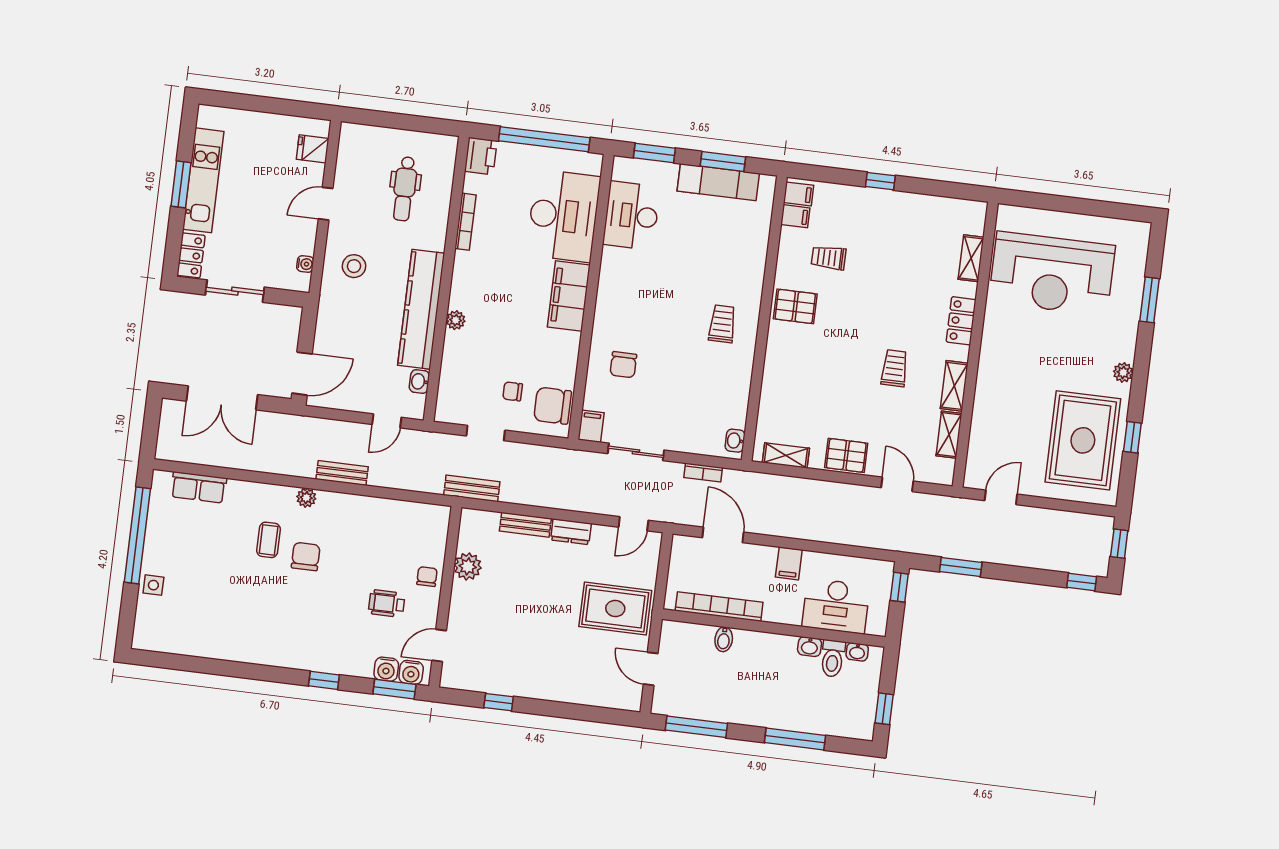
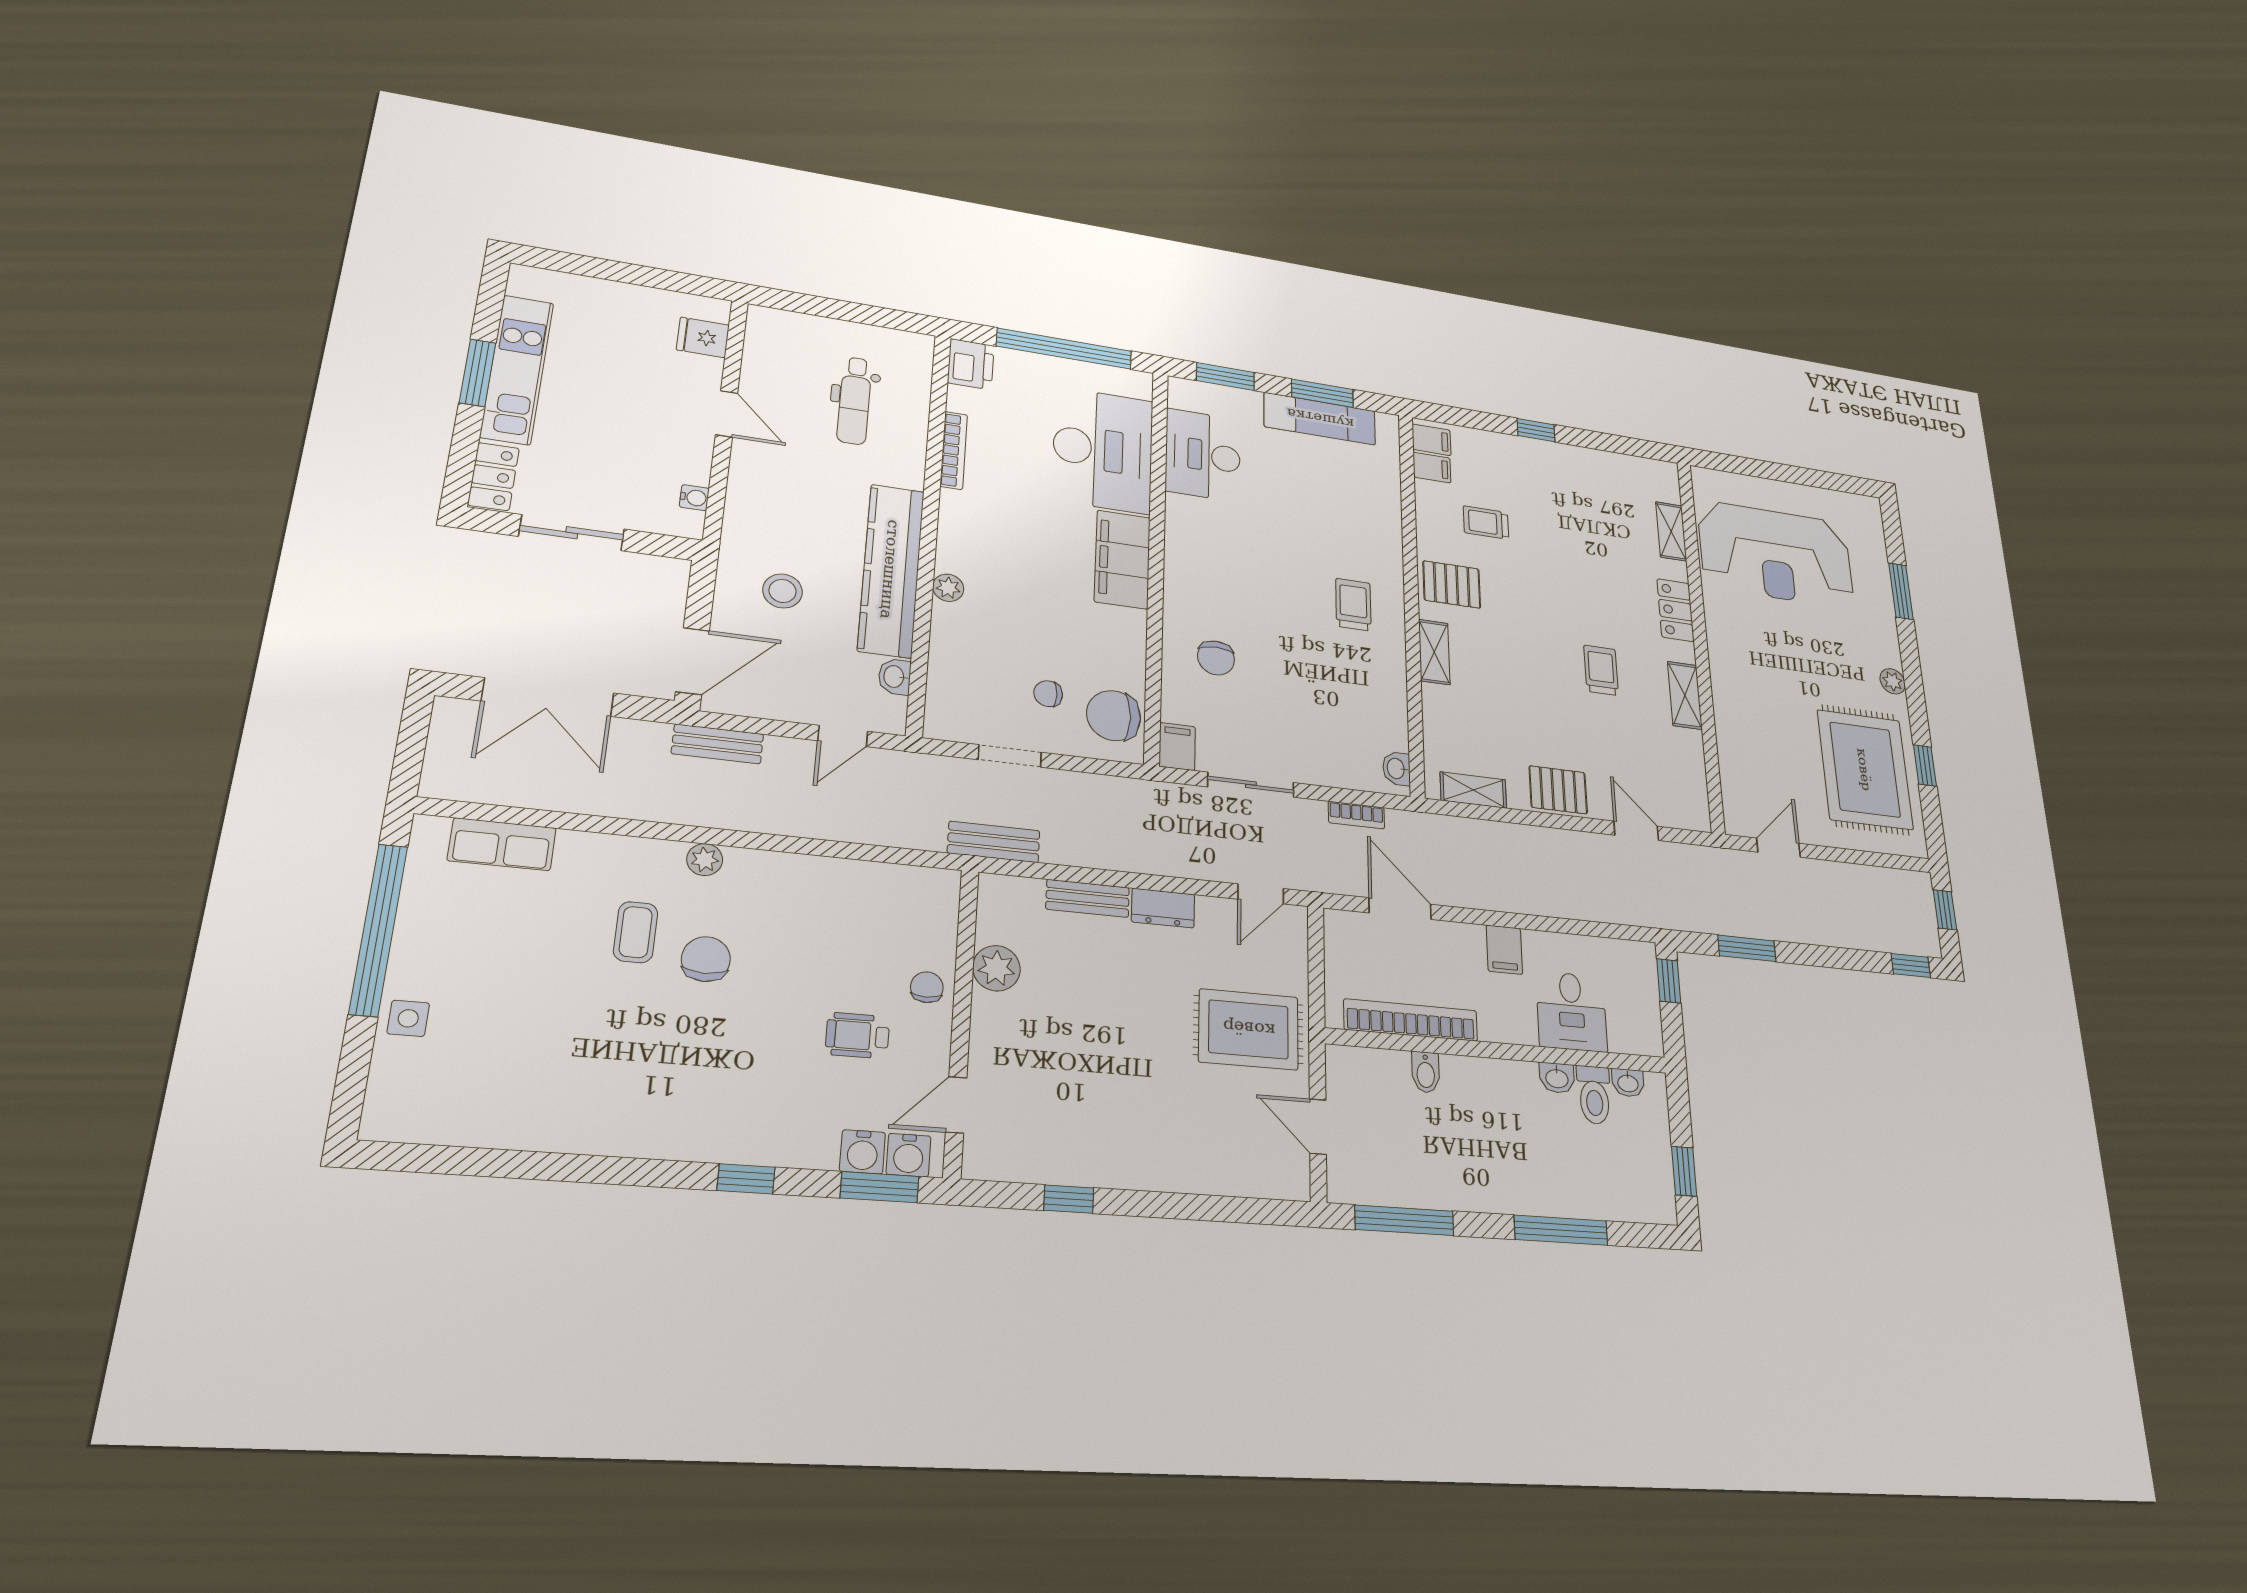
door: (326, 204) -> (726, 414), swing flipped
stool: (354, 266) -> (783, 591), moved
shelving: (949, 435) -> (1434, 652), moved
bench: (342, 473) -> (718, 744), moved
desk: (836, 606) -> (1571, 1011), width x0.73

